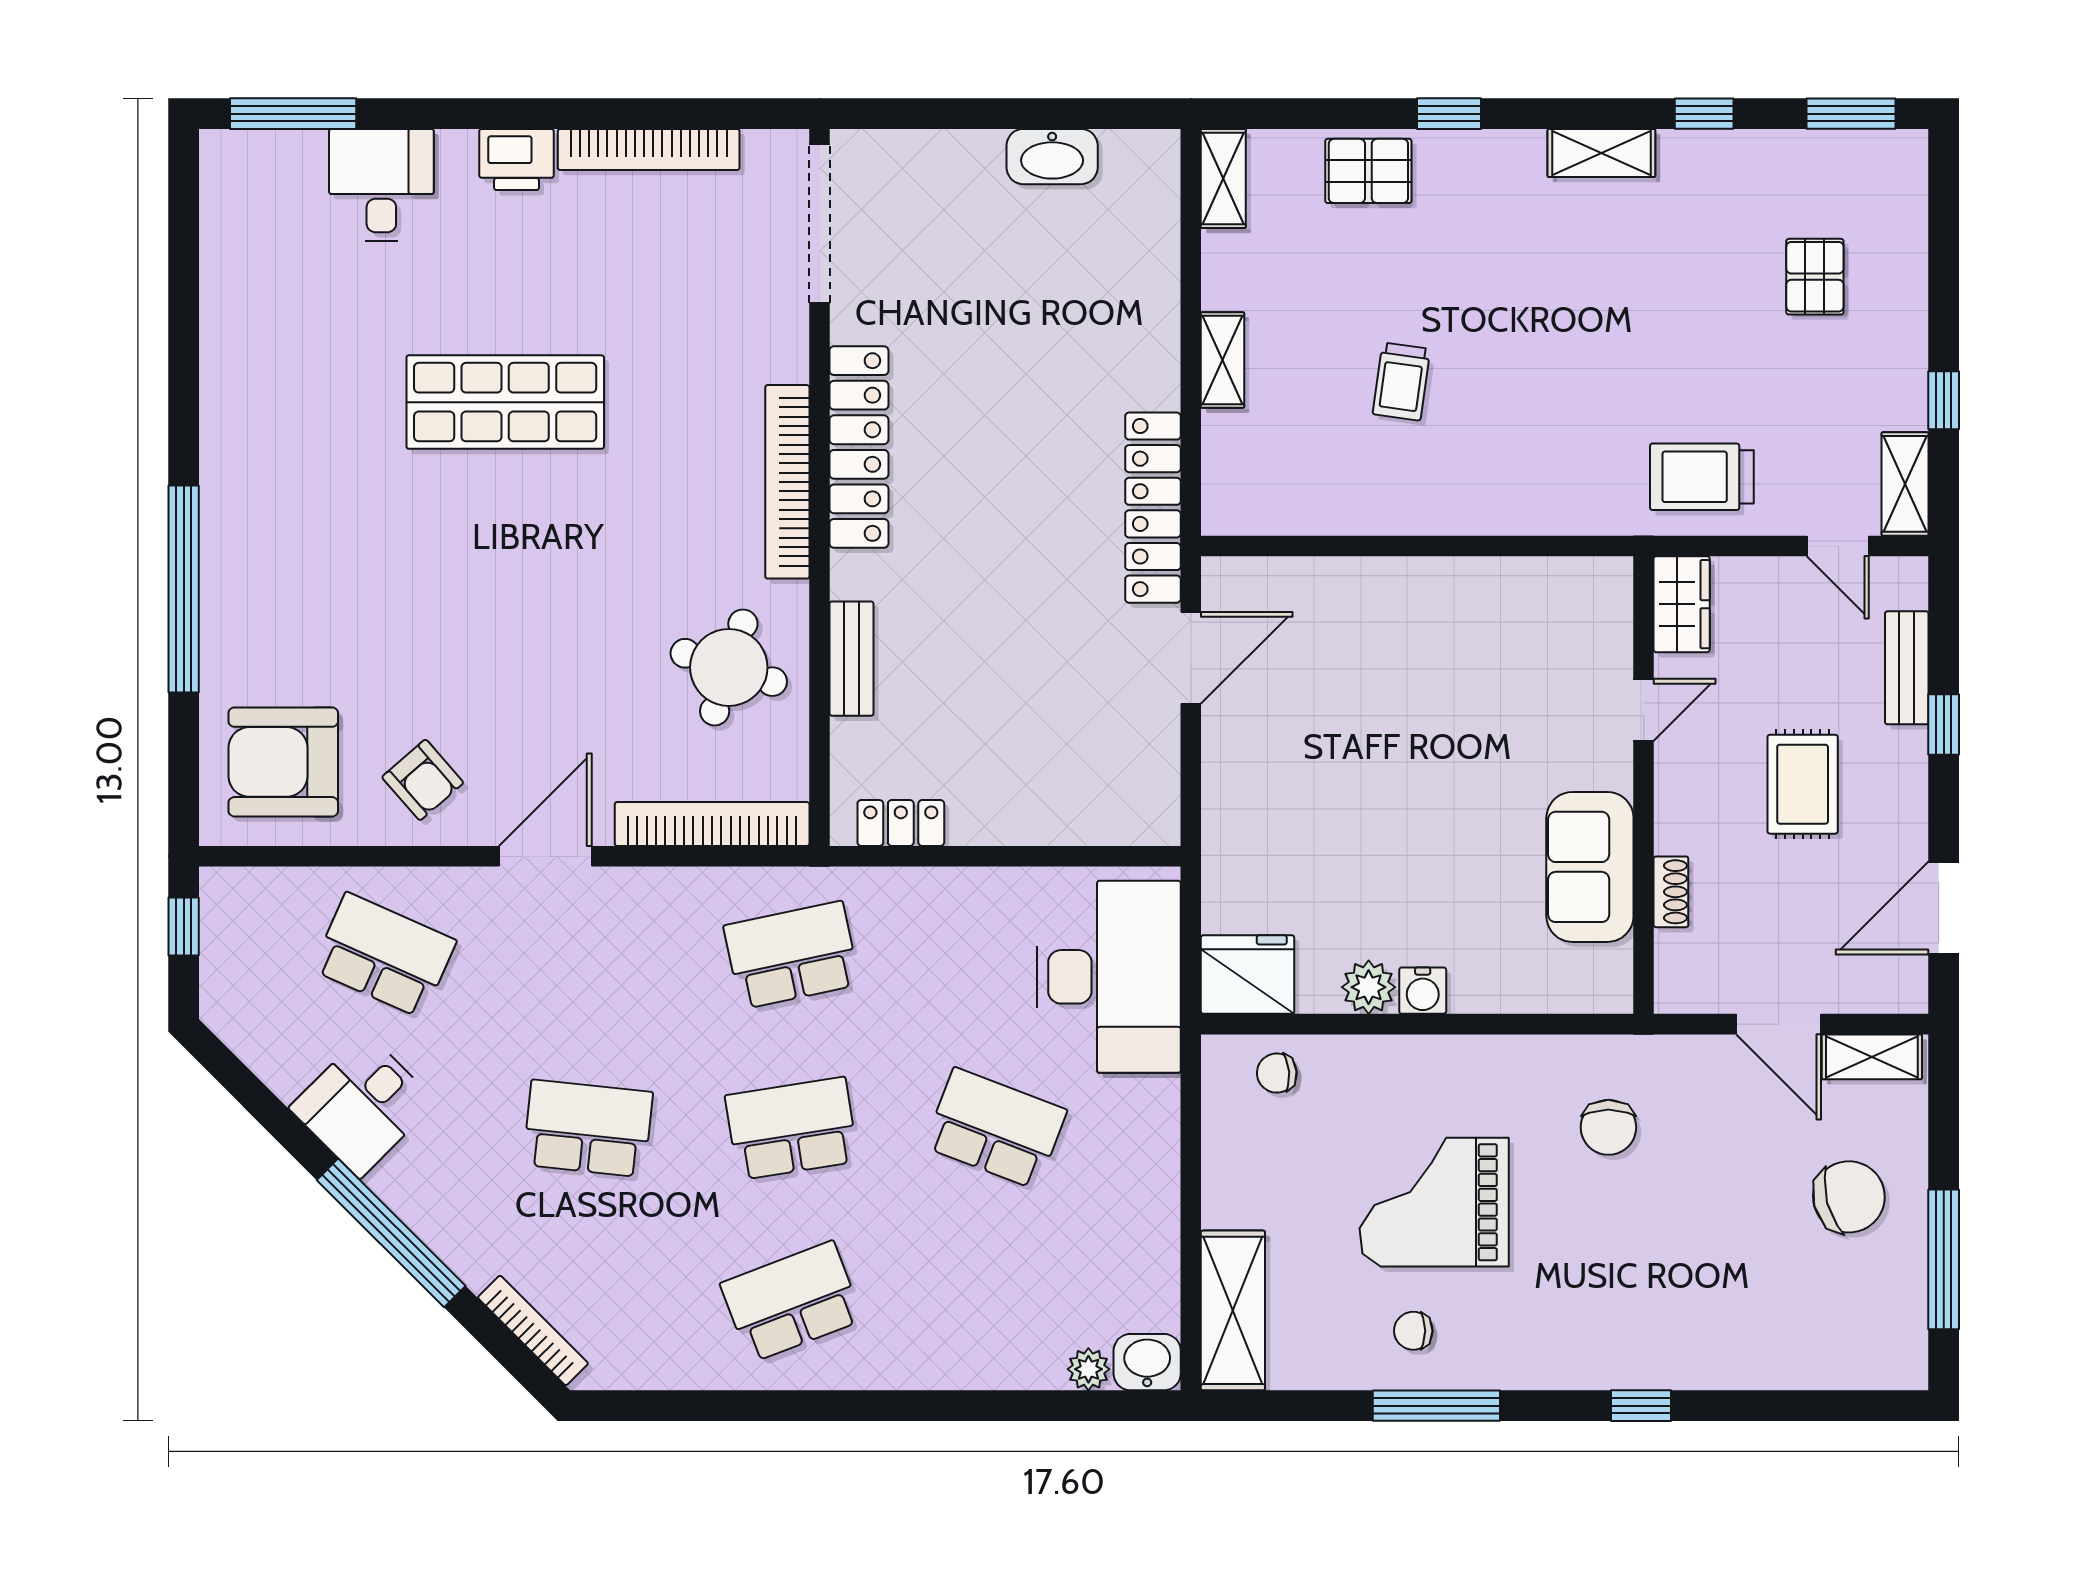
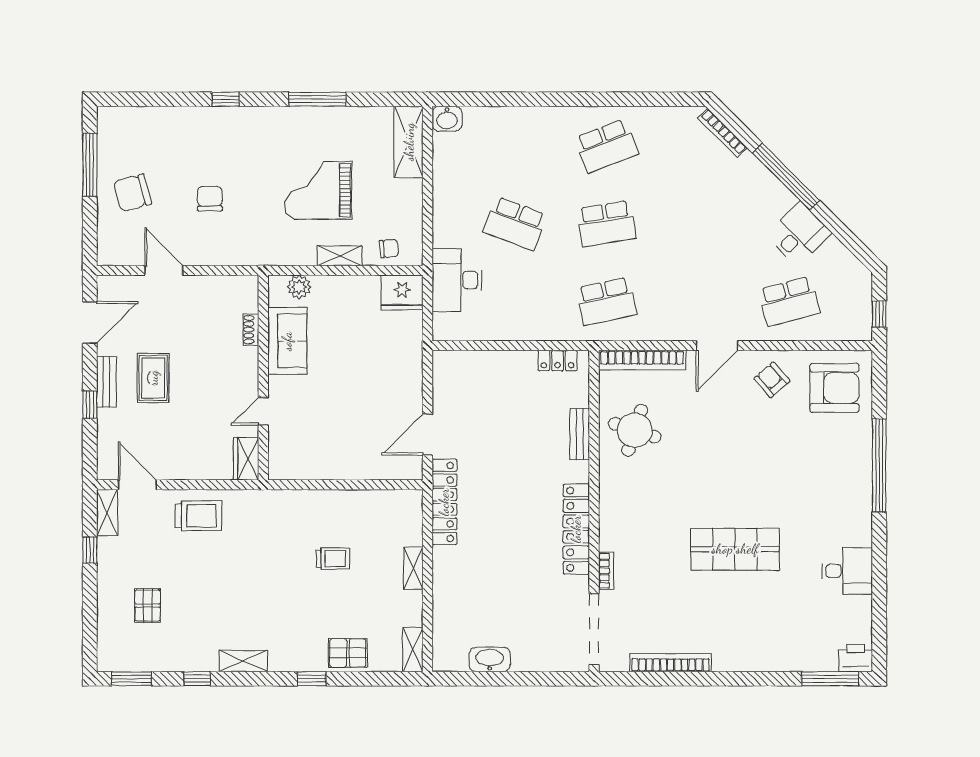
printer: (517, 160) -> (856, 658), moved
desk: (381, 185) -> (847, 571), moved, turned -90
trolley: (1401, 382) -> (333, 559), turned 82
bookcase: (787, 482) -> (606, 571), moved, width x0.43, depth x0.76
door: (1838, 546) -> (137, 485), width x1.38
wardrobe: (1682, 604) -> (246, 459), moved
bench: (1907, 668) -> (106, 382), moved
door: (1644, 710) -> (263, 411), moved
wall: (1644, 785) -> (263, 378), moved
sofa: (1590, 867) -> (287, 341), moved
shoe rack: (1671, 892) -> (251, 330), moved
school desk: (384, 955) -> (789, 301), turned -39
desk: (1109, 977) -> (457, 280), width x0.73, depth x0.77
plant: (1369, 987) -> (299, 287), moved
water cooler: (1423, 991) -> (323, 285), removed
shelving: (1872, 1057) -> (340, 256), moved
chair: (1608, 1127) -> (210, 199), moved
school desk: (588, 1128) -> (698, 224), removed
grand piano: (1434, 1202) -> (318, 190), turned 180
chair: (1413, 1331) -> (328, 133), removed
plant: (1088, 1369) -> (473, 116), removed

